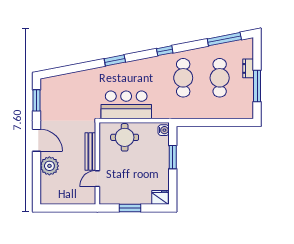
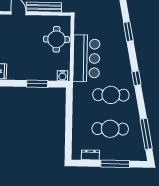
dresser: (248, 68) -> (90, 155), moved
window: (257, 86) -> (115, 164), moved
bar counter: (126, 105) -> (86, 58), moved

